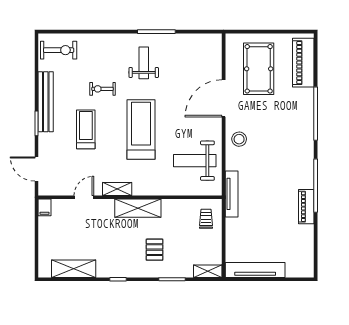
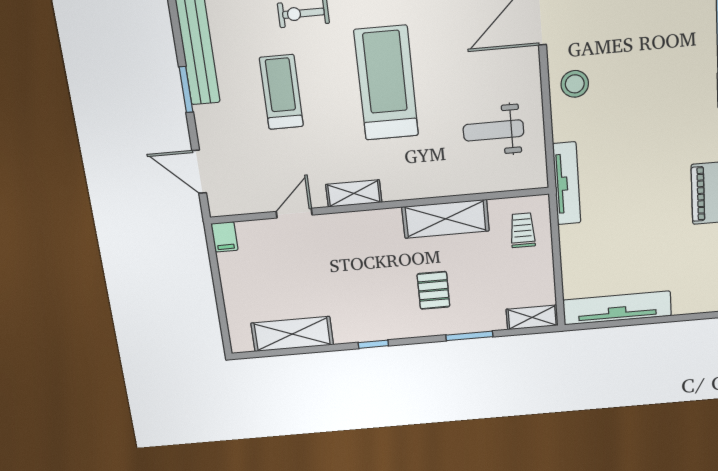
weight bench: (195, 161) -> (493, 130), width x0.73, depth x0.75
shelving: (138, 208) -> (446, 219), moved

